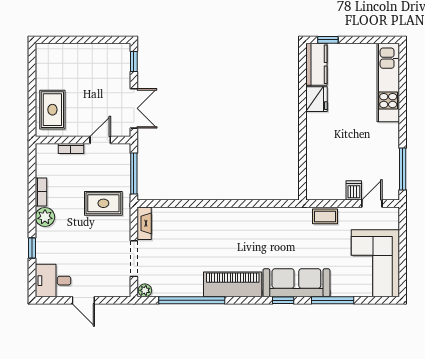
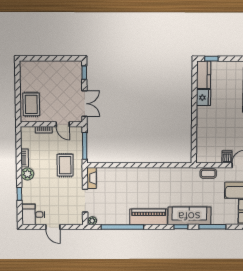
door: (100, 140) -> (63, 124), swing flipped
rug: (103, 203) -> (65, 165), turned 90

